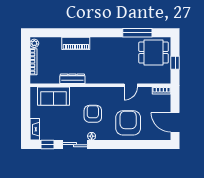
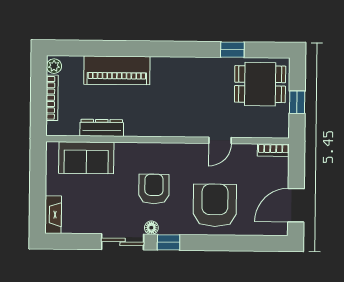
window: (137, 33) -> (232, 50), width x0.46
piano: (76, 43) -> (117, 70), width x1.37, depth x1.33
dresser: (72, 79) -> (102, 128), moved
door: (175, 122) -> (296, 205), hinge flipped
window: (48, 145) -> (169, 242), moved

